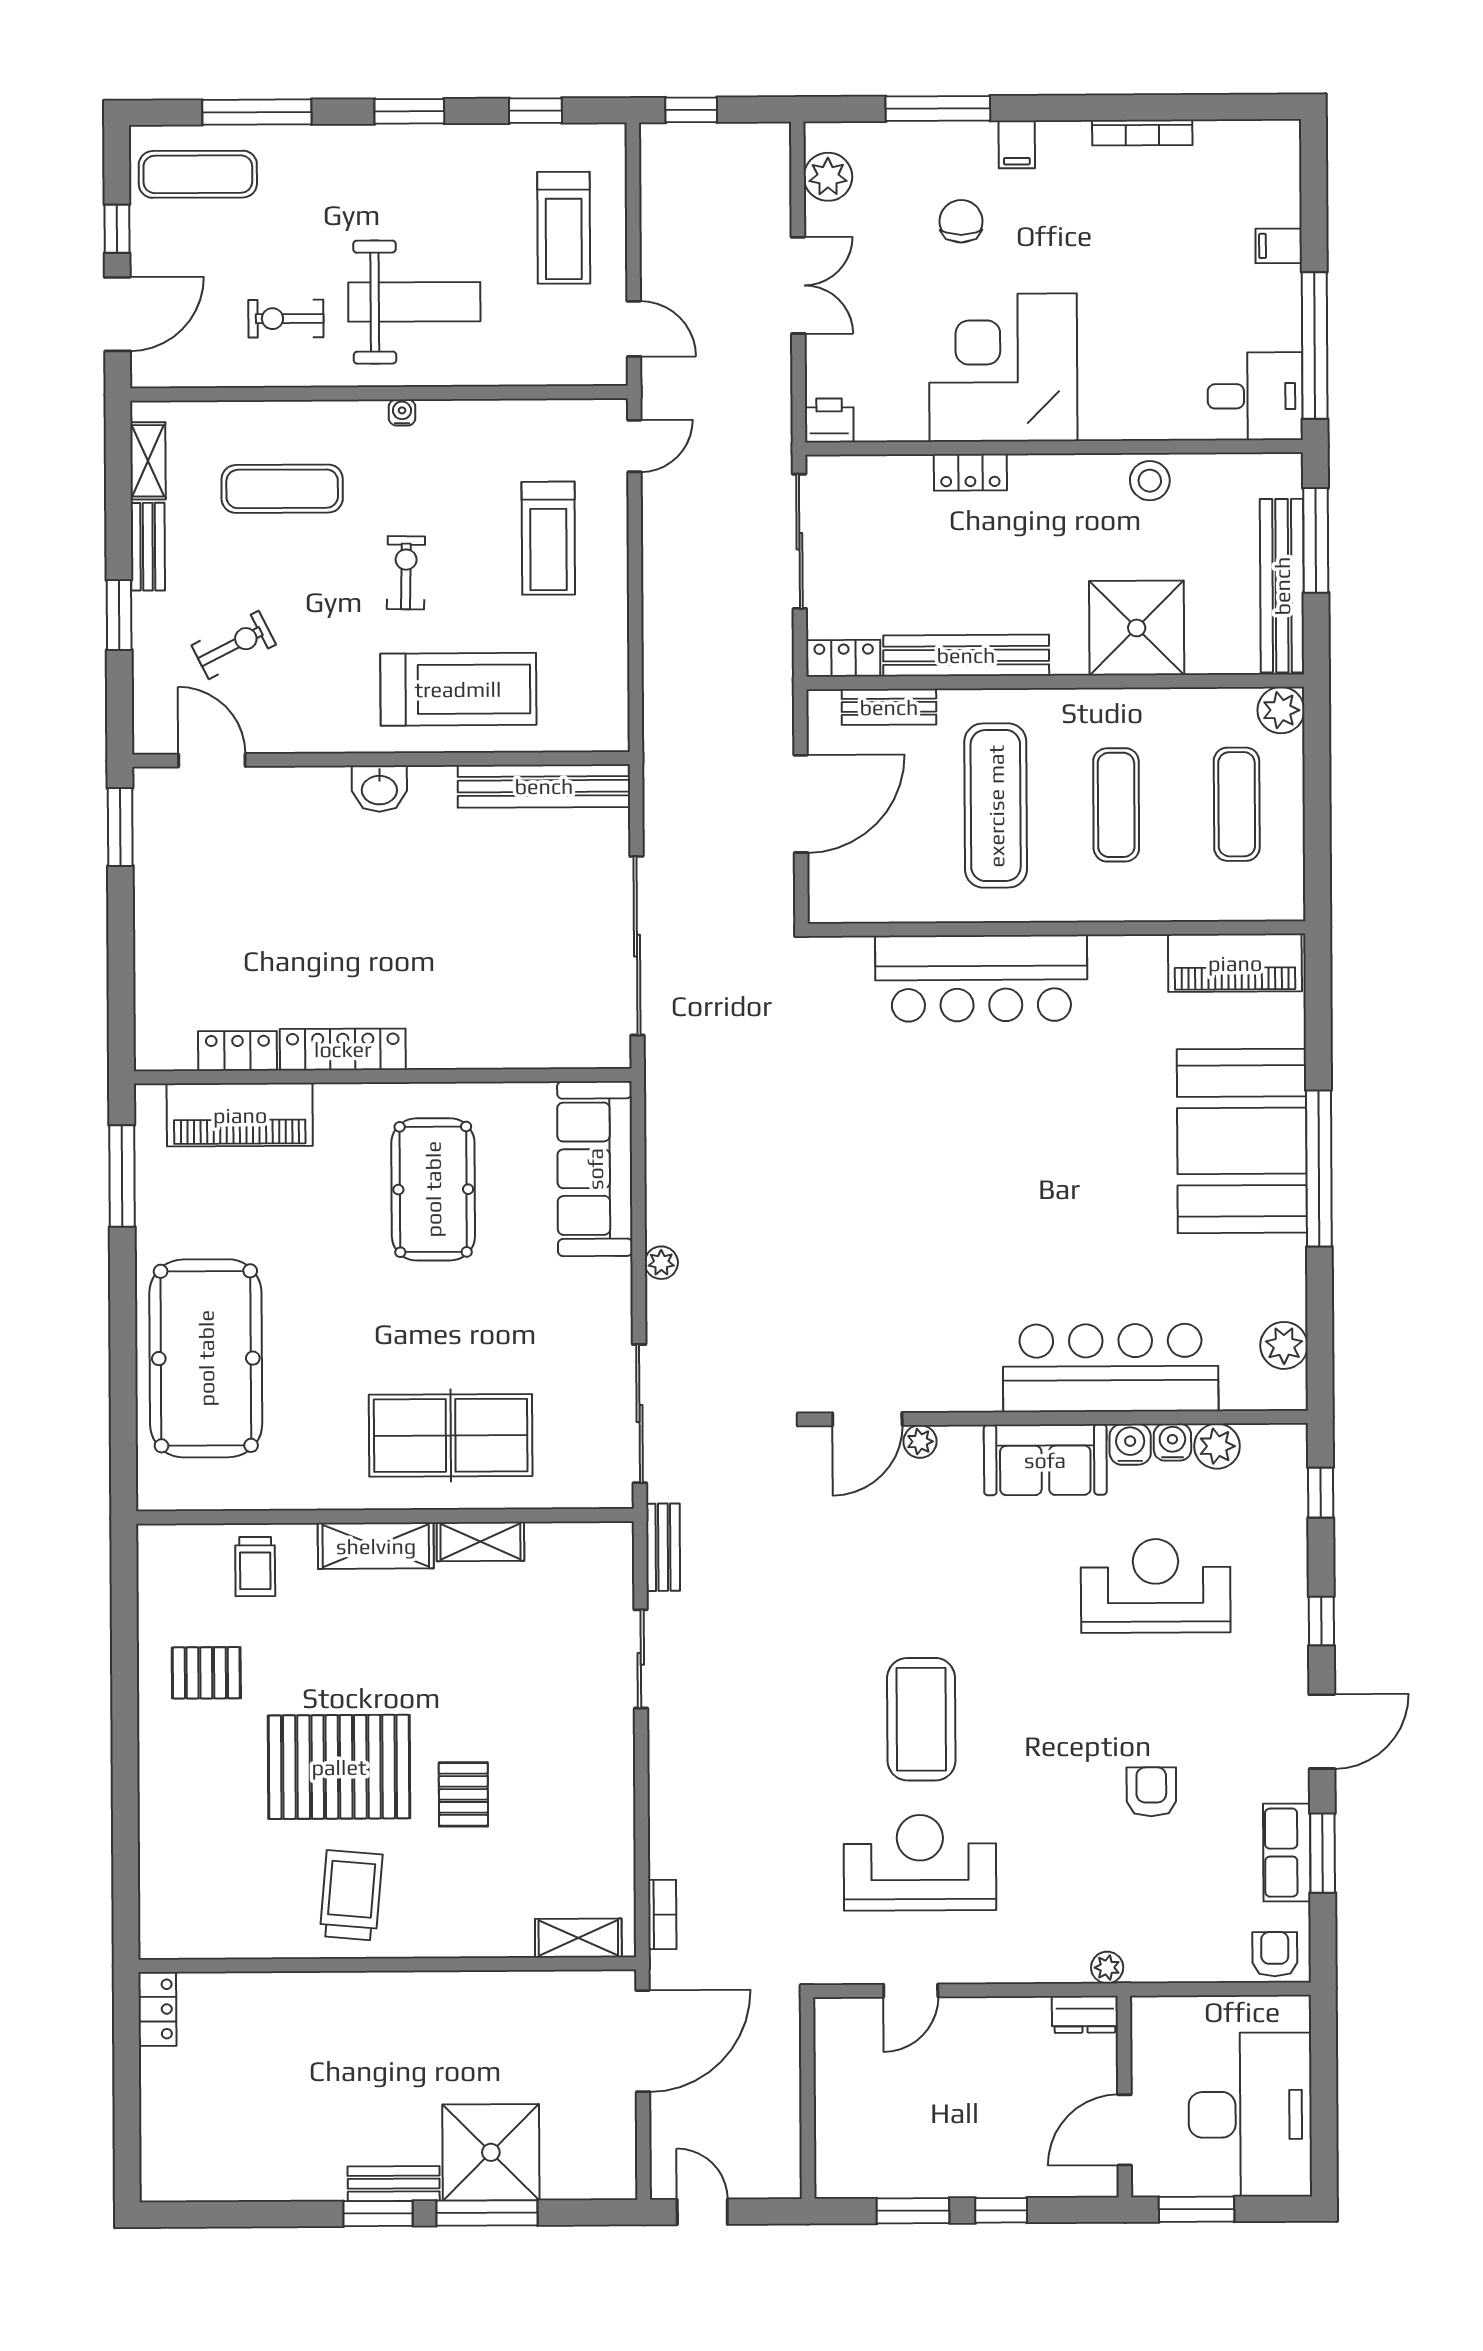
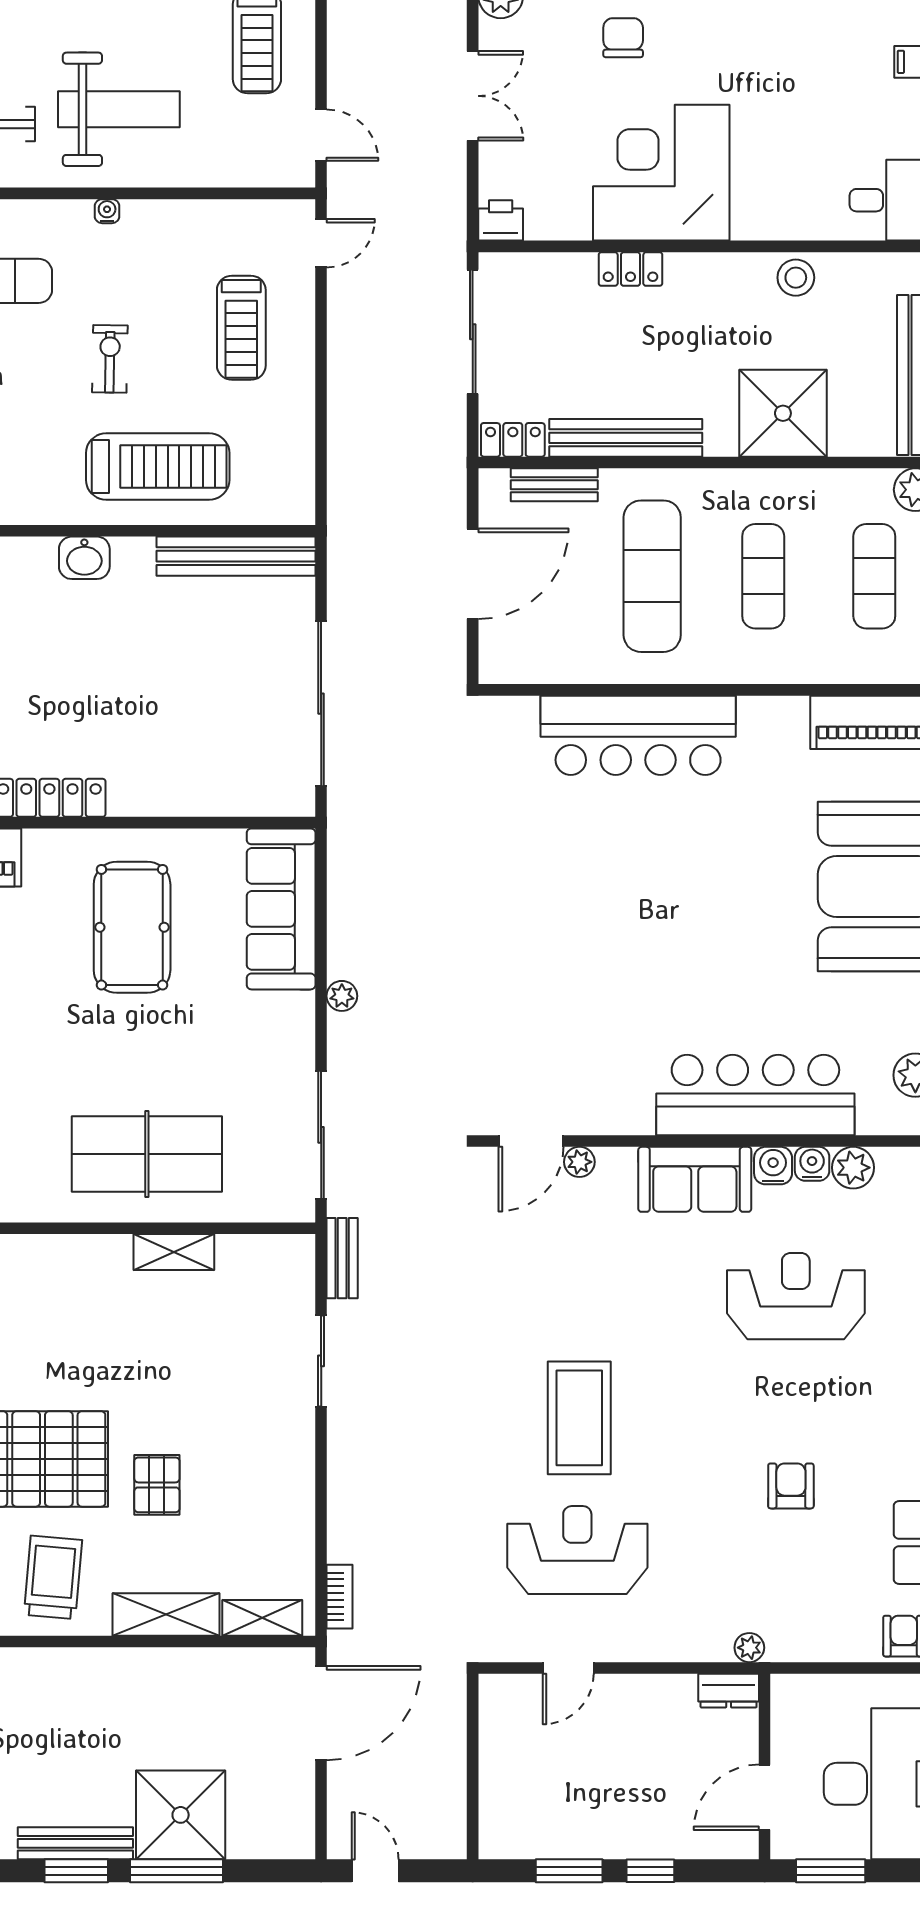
shelving: (376, 1546) -> (166, 1614), moved
bench: (394, 2184) -> (75, 1843), width x1.36

